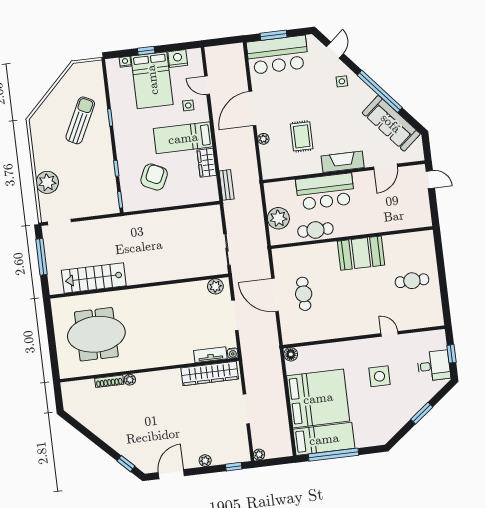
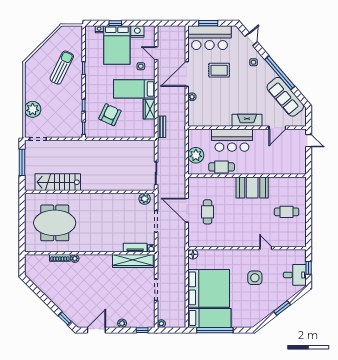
rug: (302, 136) -> (219, 70), moved, turned 90

